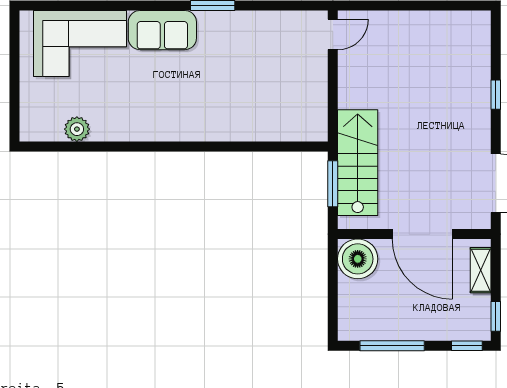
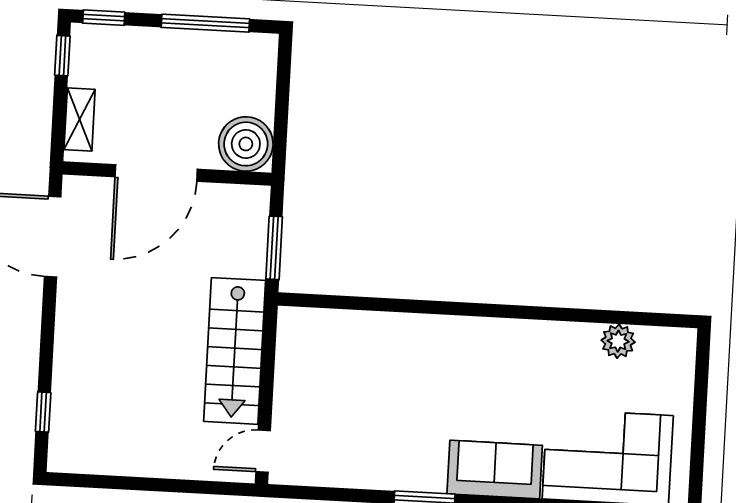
window: (496, 95) -> (43, 412), moved
stairs: (358, 163) -> (235, 351), moved
door: (422, 234) -> (156, 173), swing flipped

